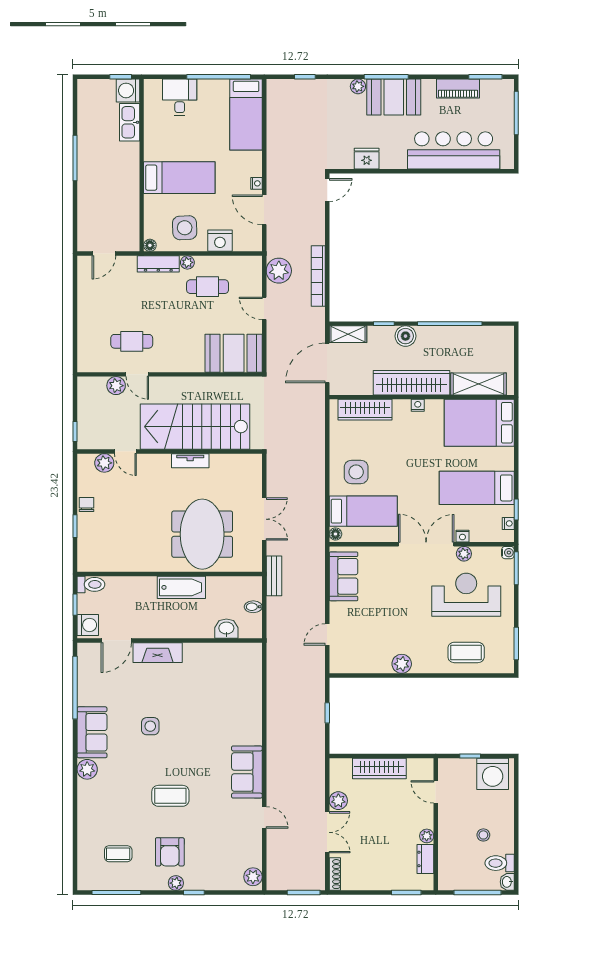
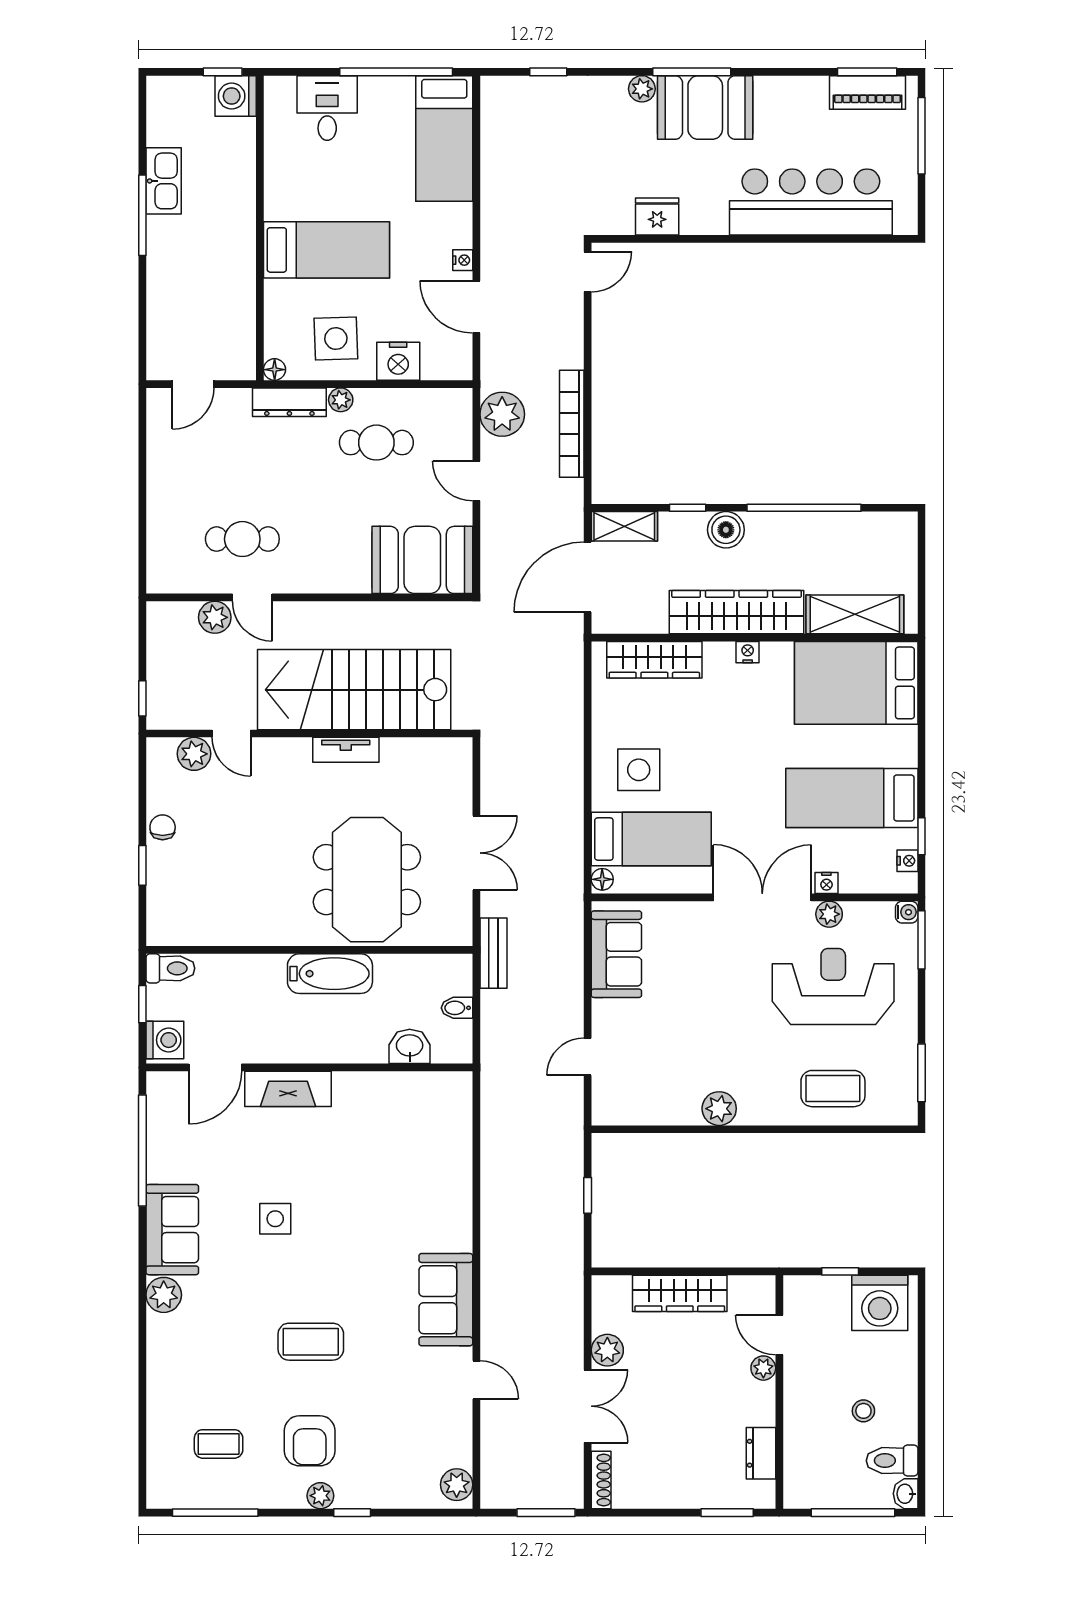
piano: (458, 88) -> (868, 93), moved
kitchen sink: (130, 122) -> (164, 181), moved, turned 180
plant: (427, 836) -> (763, 1368), moved

